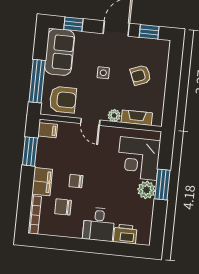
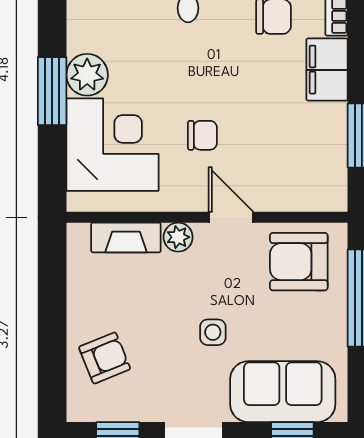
sofa: (60, 52) -> (283, 392), moved, turned 90
armchair: (141, 75) -> (105, 358), moved
filing cabinet: (48, 130) -> (327, 188), removed
chair: (76, 181) -> (202, 135), moved

